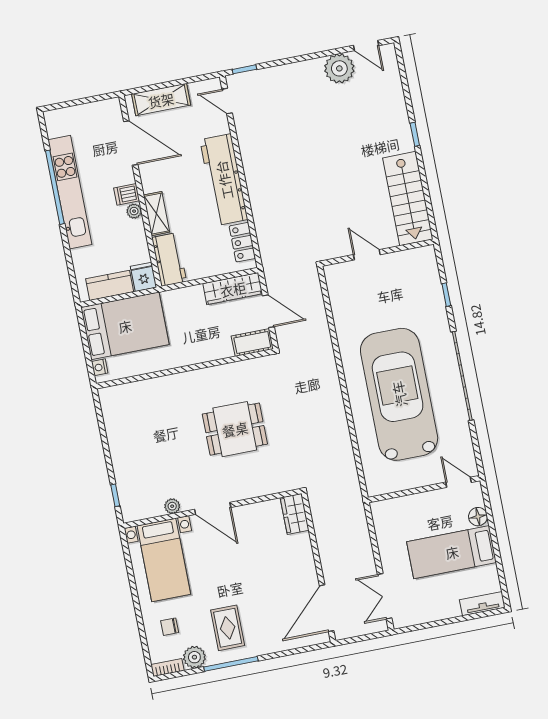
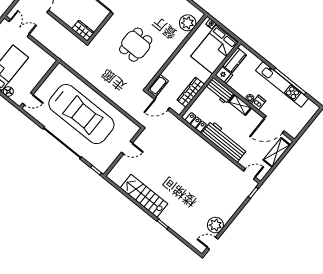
wall: (378, 253) -> (123, 152), moved
door: (367, 255) -> (127, 148), moved
wardrobe: (233, 289) -> (191, 92), moved
plant: (132, 397) -> (188, 23), added

